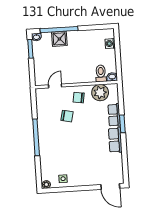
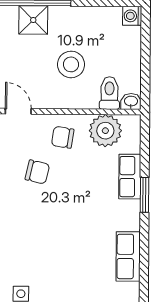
washing machine: (110, 44) -> (132, 16), moved
stool: (80, 60) -> (71, 64), added
door: (55, 86) -> (18, 111), hinge flipped
row of seats: (115, 140) -> (128, 256), moved

